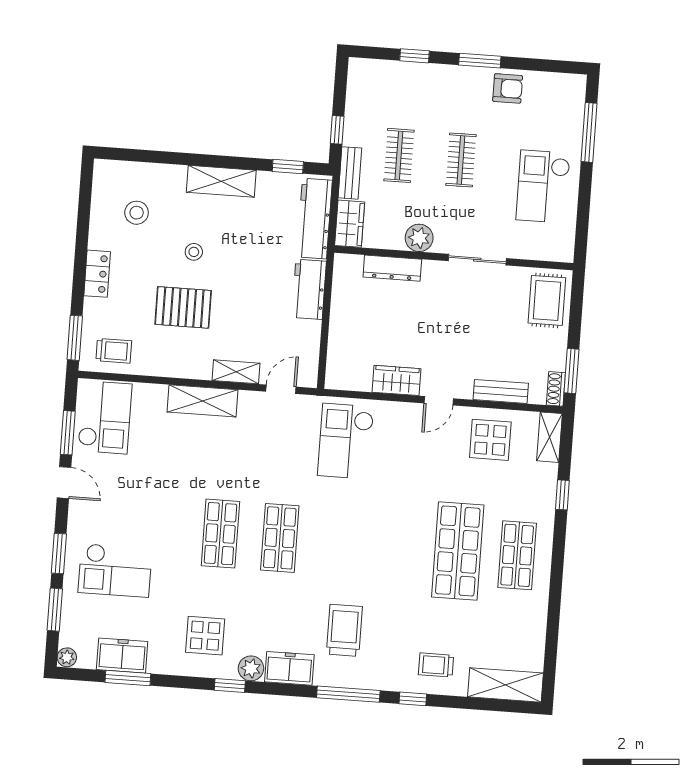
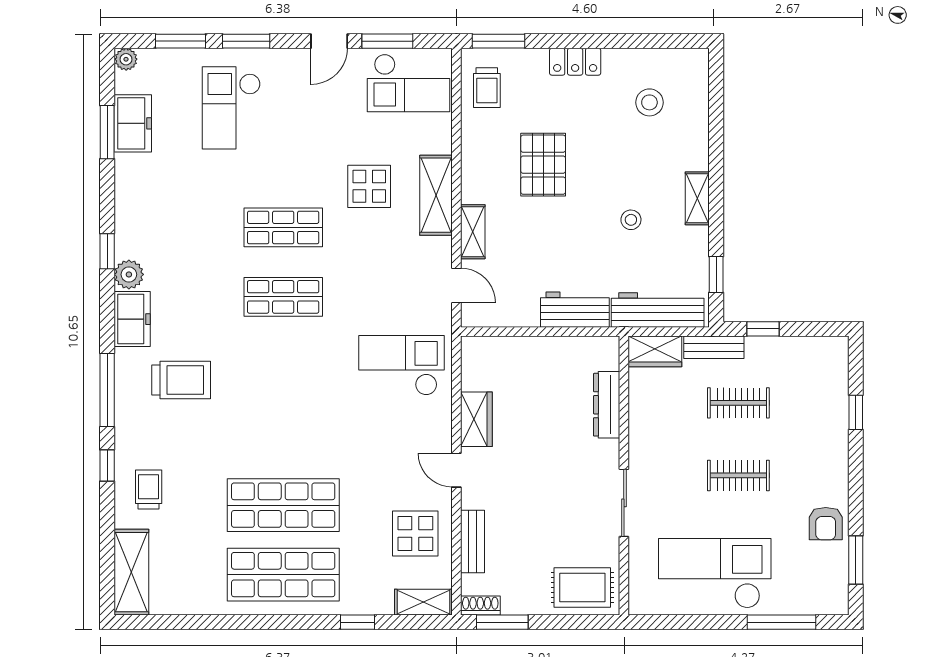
window: (480, 61) -> (856, 560), moved
shelving: (221, 181) -> (697, 198), width x0.67, depth x0.75
checkout: (543, 186) -> (715, 573), width x1.36, depth x1.21
plant: (419, 238) -> (644, 433), removed
stool: (194, 252) -> (631, 220), moved
shop shelf: (517, 555) -> (283, 575), width x1.43, depth x1.36
display table: (205, 636) -> (369, 186), moved

